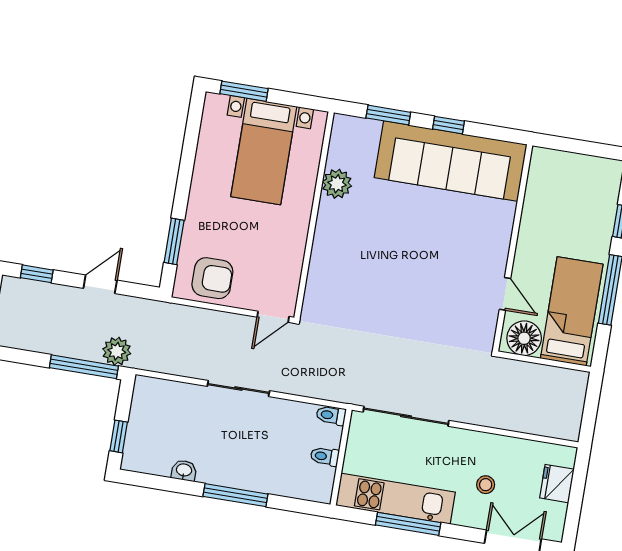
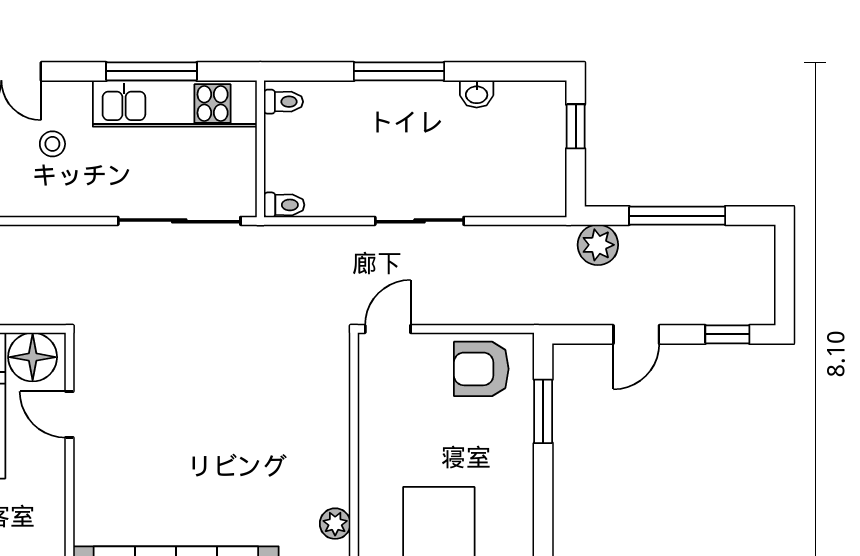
plant: (337, 184) -> (335, 524), width x0.73, depth x0.73
window: (84, 367) -> (677, 216), moved
toilet: (325, 456) -> (284, 102), moved

